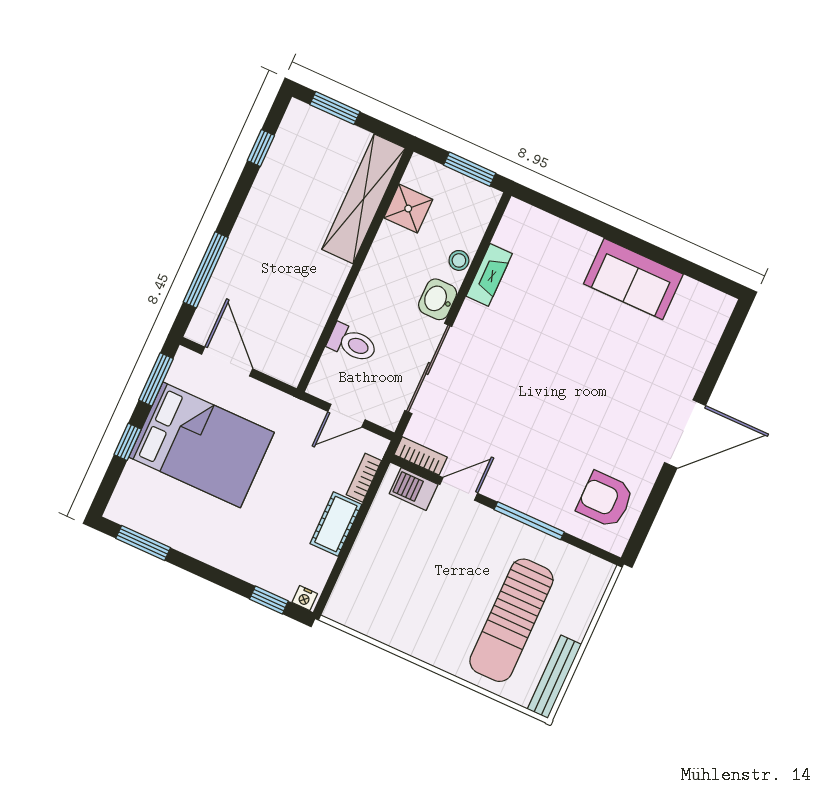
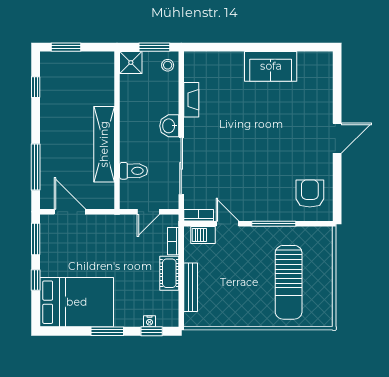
shelving: (364, 199) -> (104, 144), moved
shower: (408, 209) -> (131, 63), moved
stool: (459, 260) -> (168, 65), moved
door: (685, 434) -> (337, 138), width x0.73
bed: (202, 445) -> (77, 302), moved
door: (459, 489) -> (228, 224), hinge flipped
armchair: (605, 500) -> (310, 194), turned 90
window: (143, 543) -> (107, 331), moved
nightstand: (305, 598) -> (149, 321), moved
bench: (554, 677) -> (191, 287), moved

